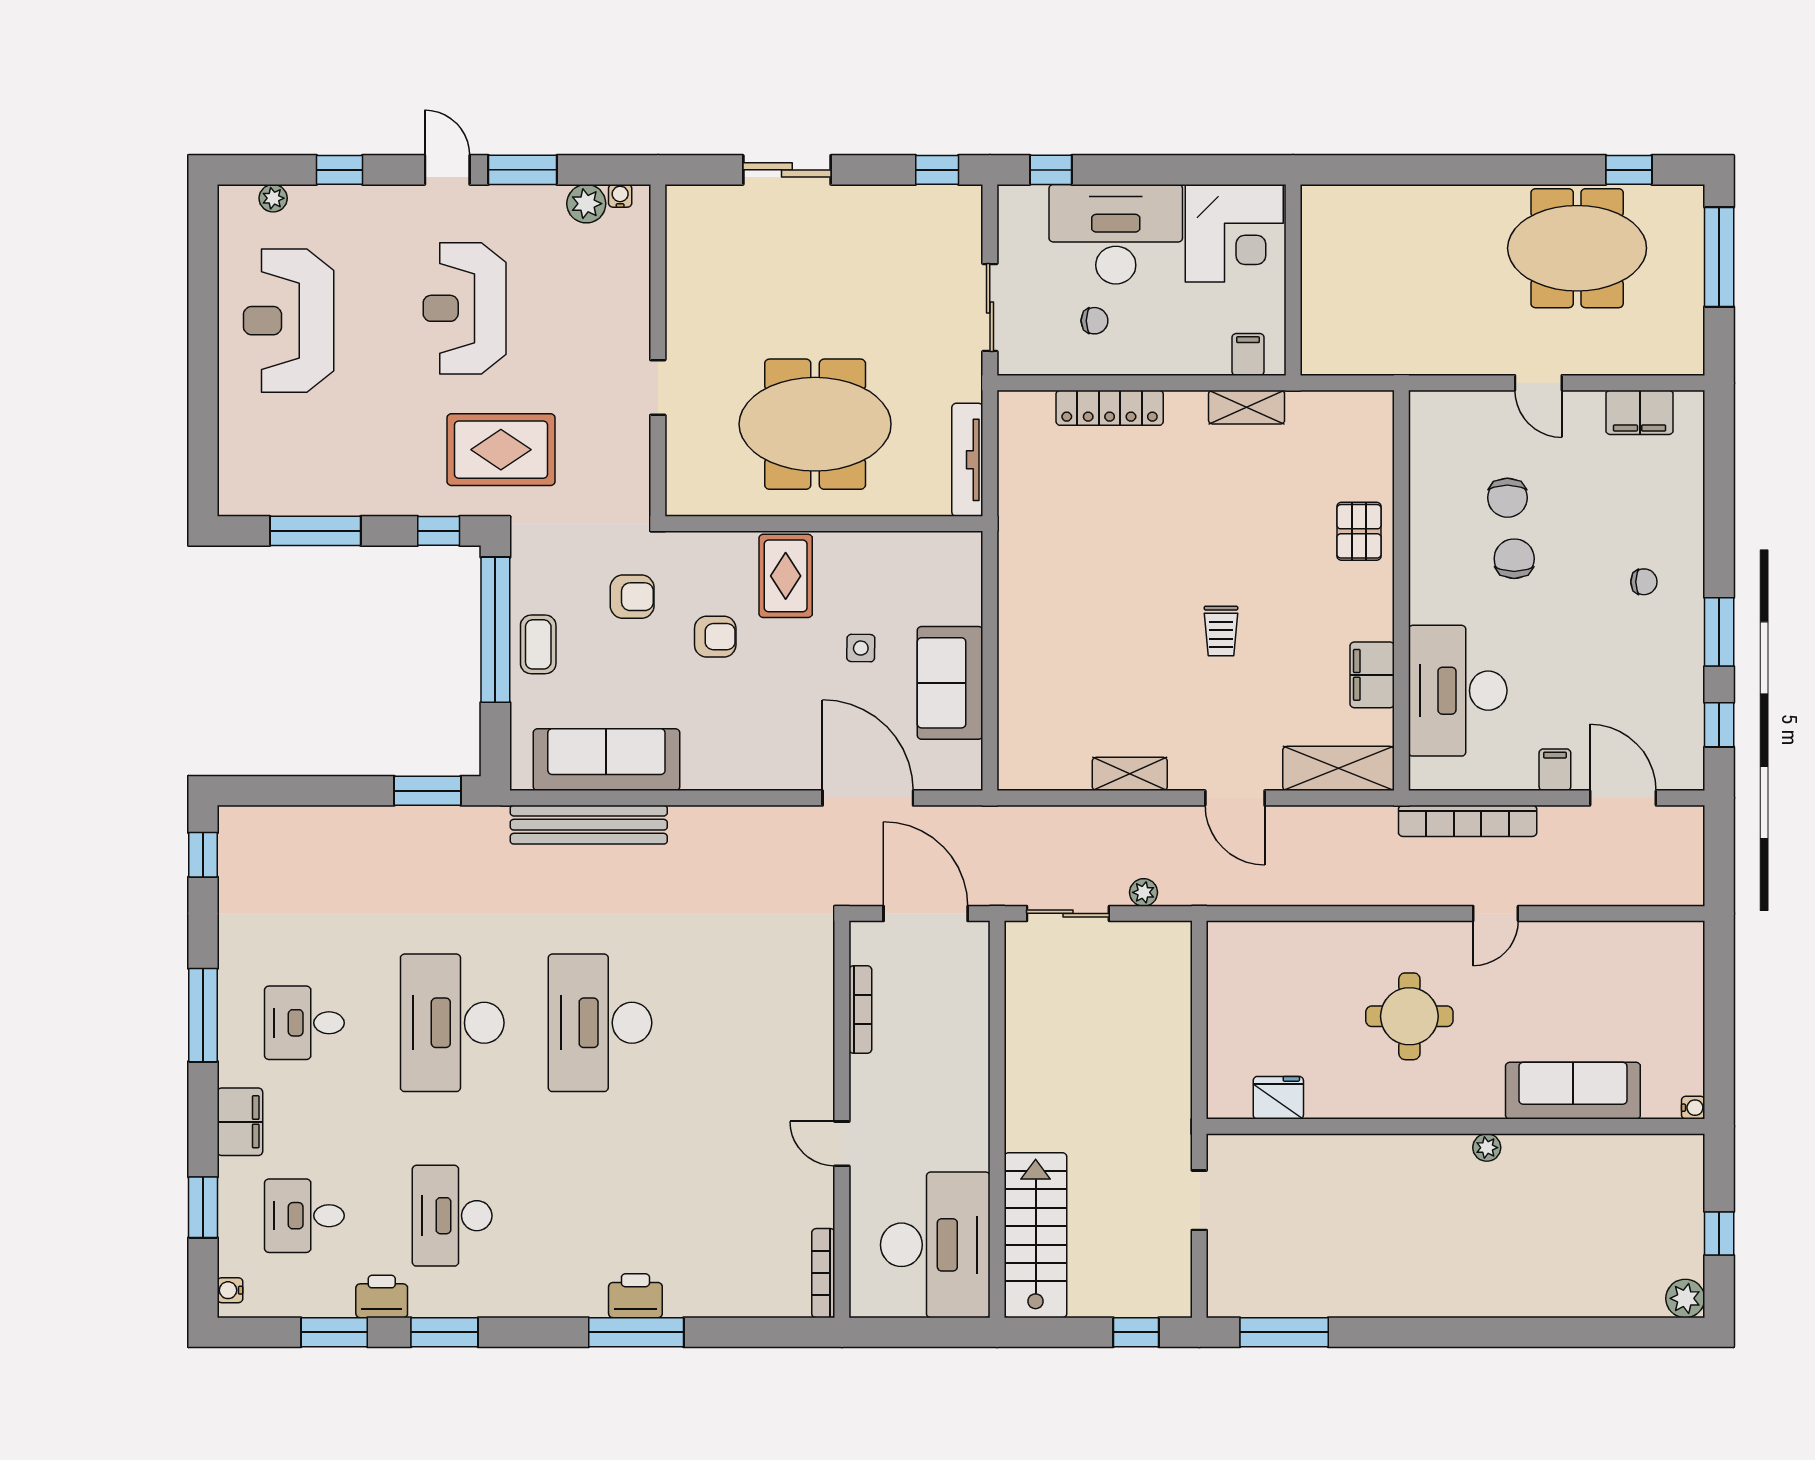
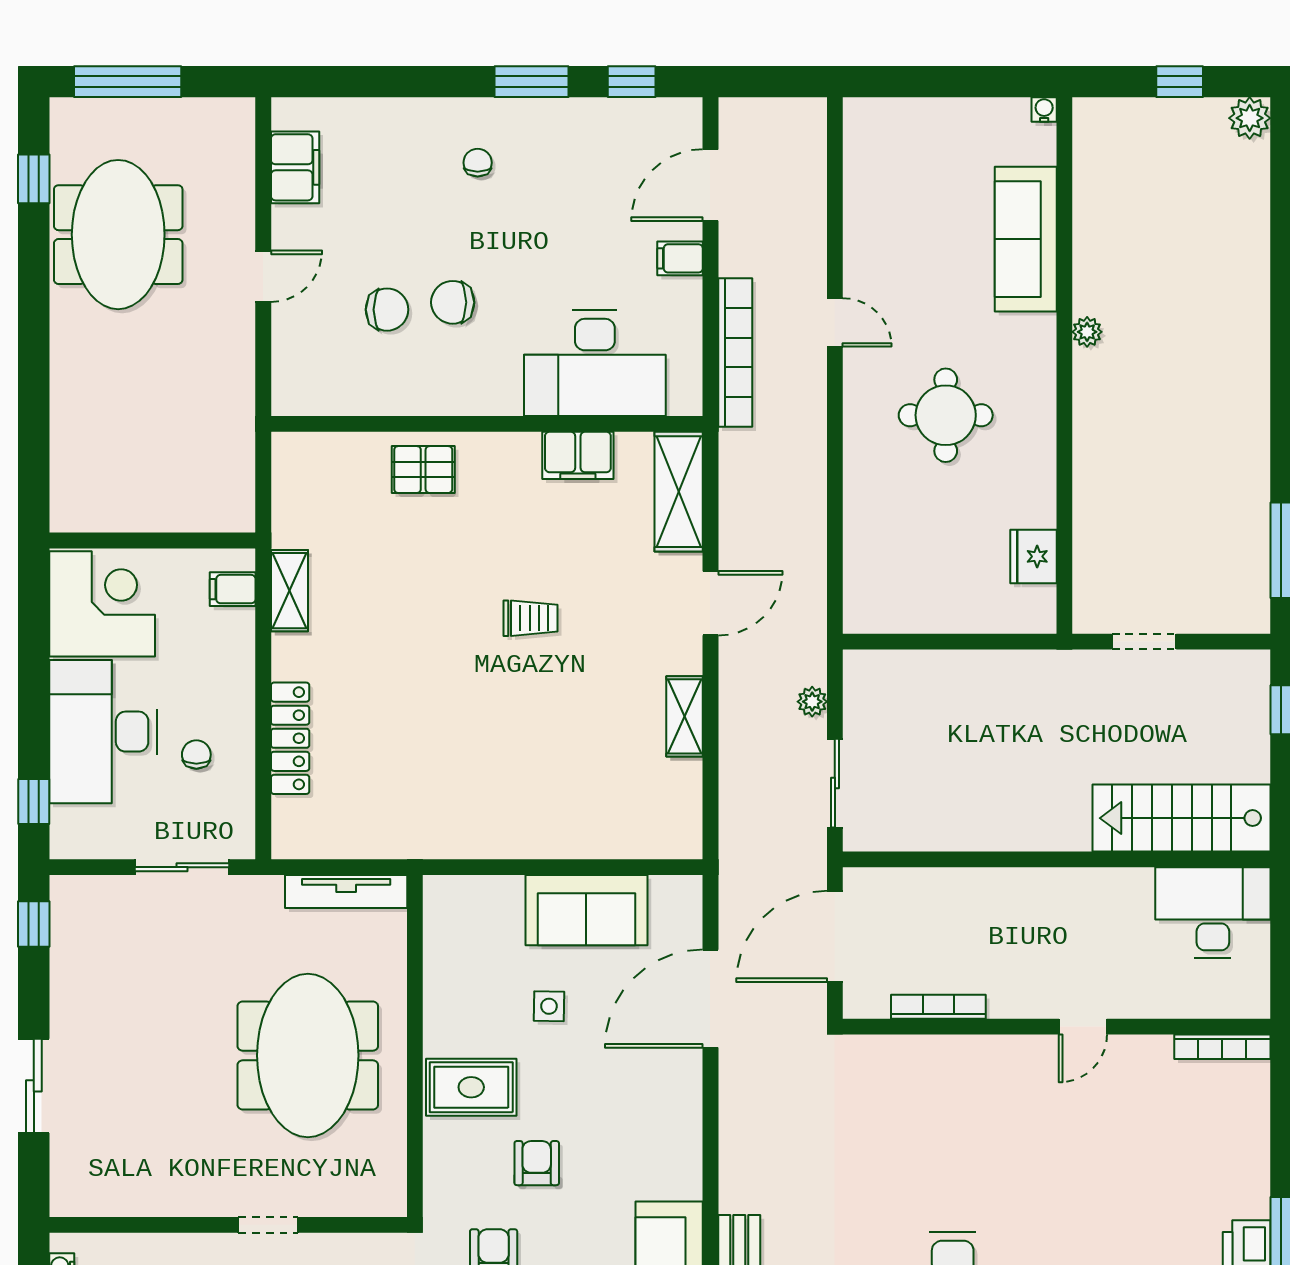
desk: (935, 1245) -> (1213, 912), width x0.73, depth x0.77

